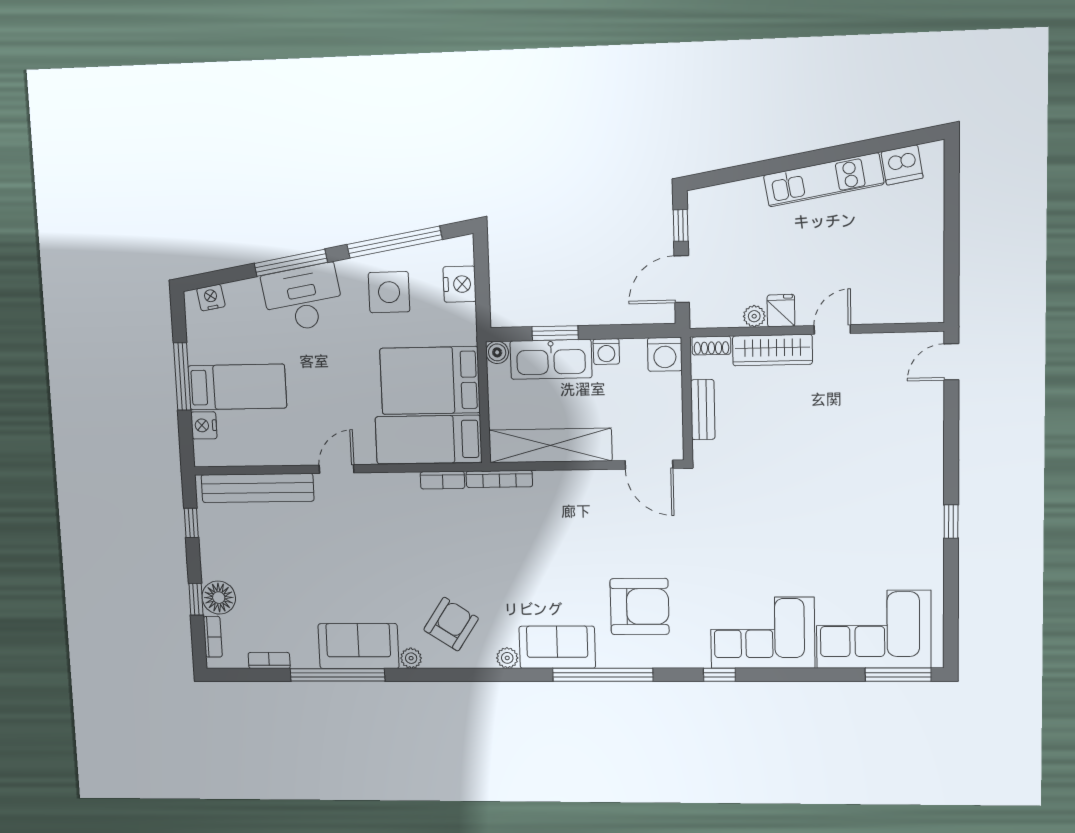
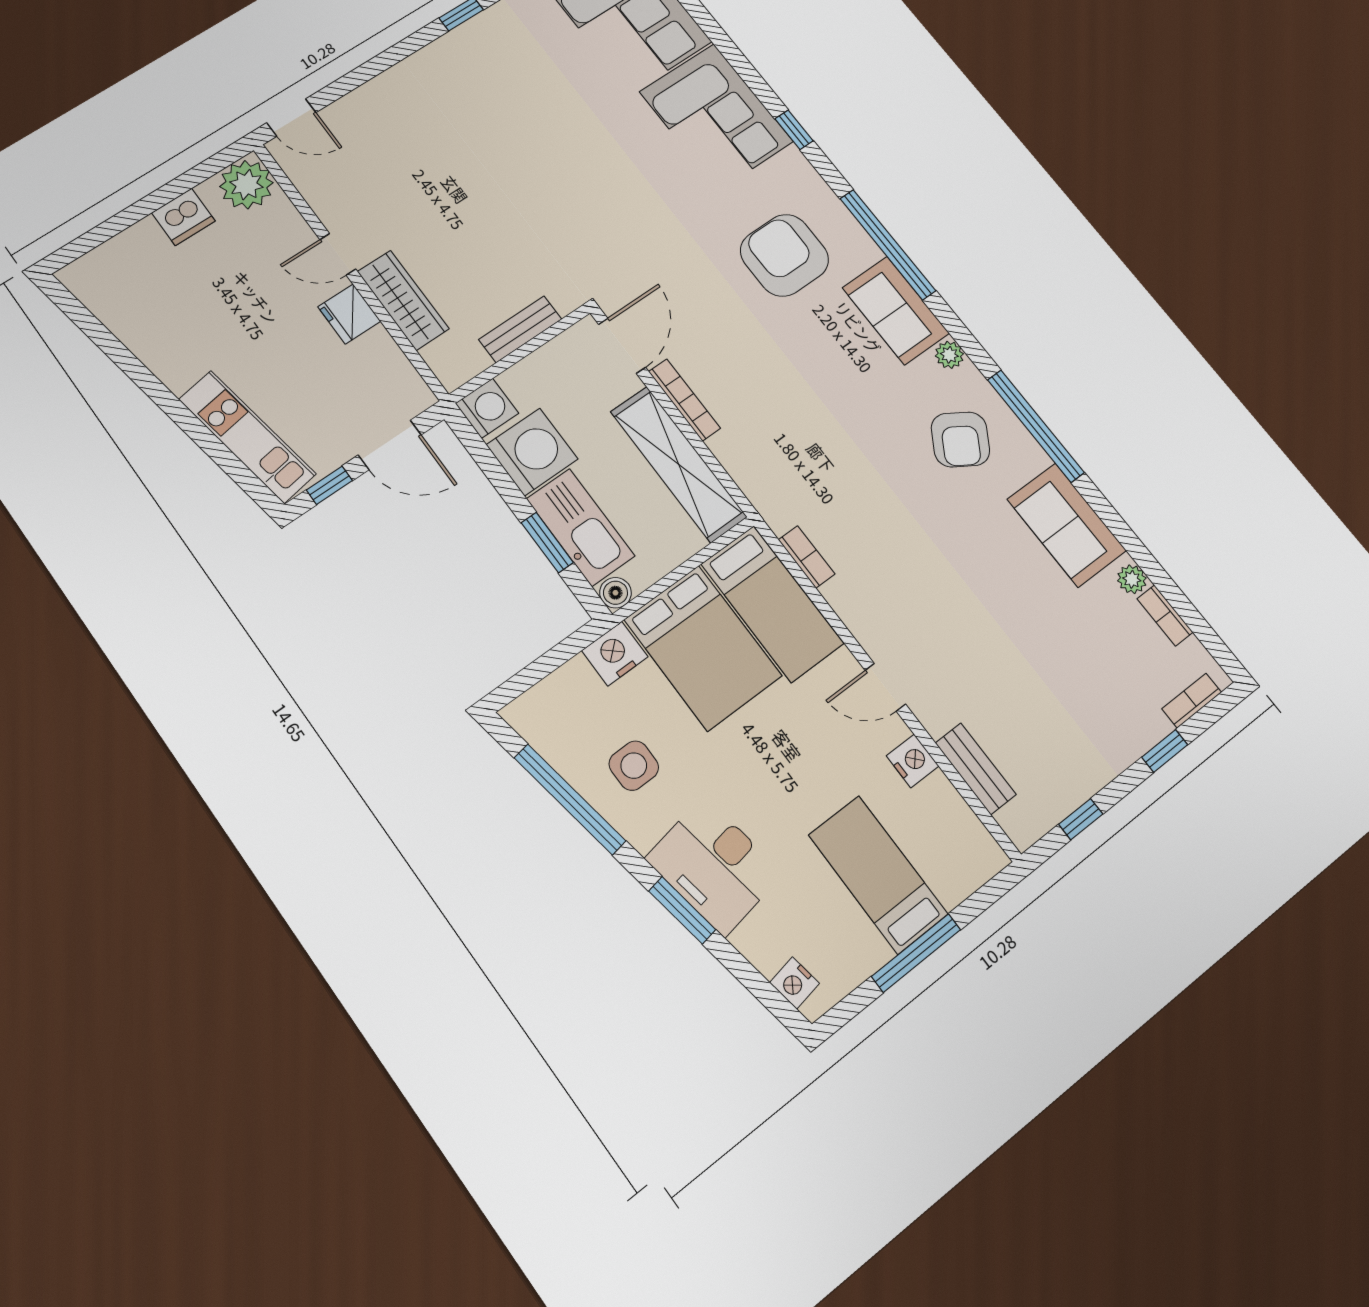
dishwasher: (902, 165) -> (183, 217), moved, turned 99
kitchen unit: (824, 180) -> (247, 437), moved
window: (291, 263) -> (682, 910), width x0.69
nightstand: (460, 284) -> (615, 654), moved
side table: (389, 292) -> (634, 766), width x0.73, depth x0.73
fridge: (781, 311) -> (349, 314), width x1.38
plant: (754, 316) -> (246, 185), moved, width x1.88, depth x1.88
shoe rack: (711, 346) -> (443, 366), removed
washing machine: (606, 352) -> (532, 452), width x1.89, depth x1.89
nightstand: (204, 425) -> (913, 761), moved, turned -90
bookcase: (499, 479) -> (684, 400), moved
bench: (257, 488) -> (976, 769), width x0.54, depth x0.82
floor lamp: (219, 598) -> (1141, 725), removed
armchair: (451, 624) -> (960, 439), turned -91
plant: (411, 658) -> (1132, 579), moved
window: (337, 675) -> (1036, 426), moved

